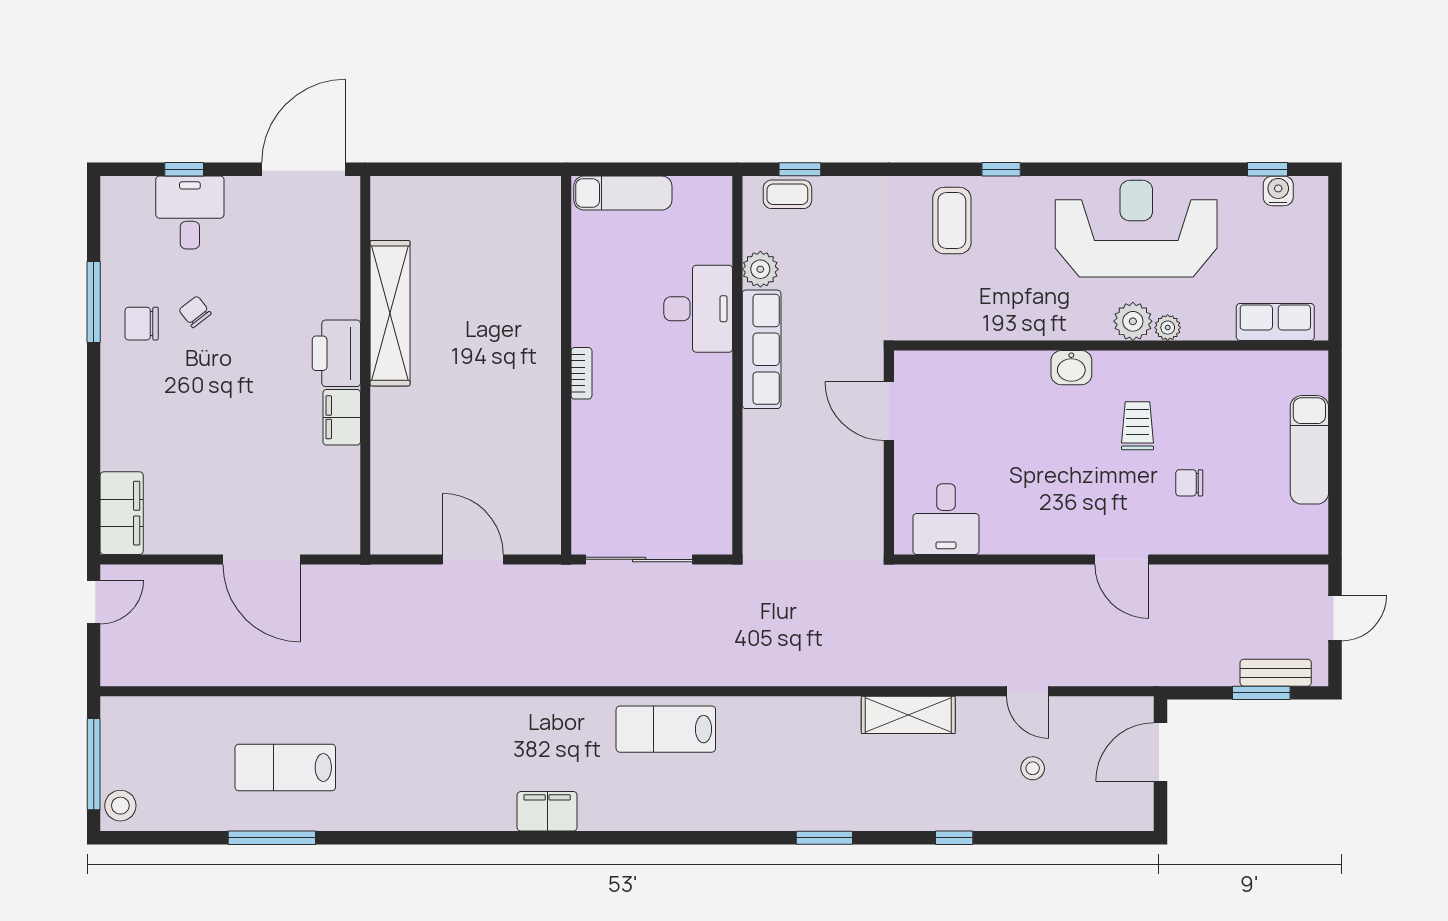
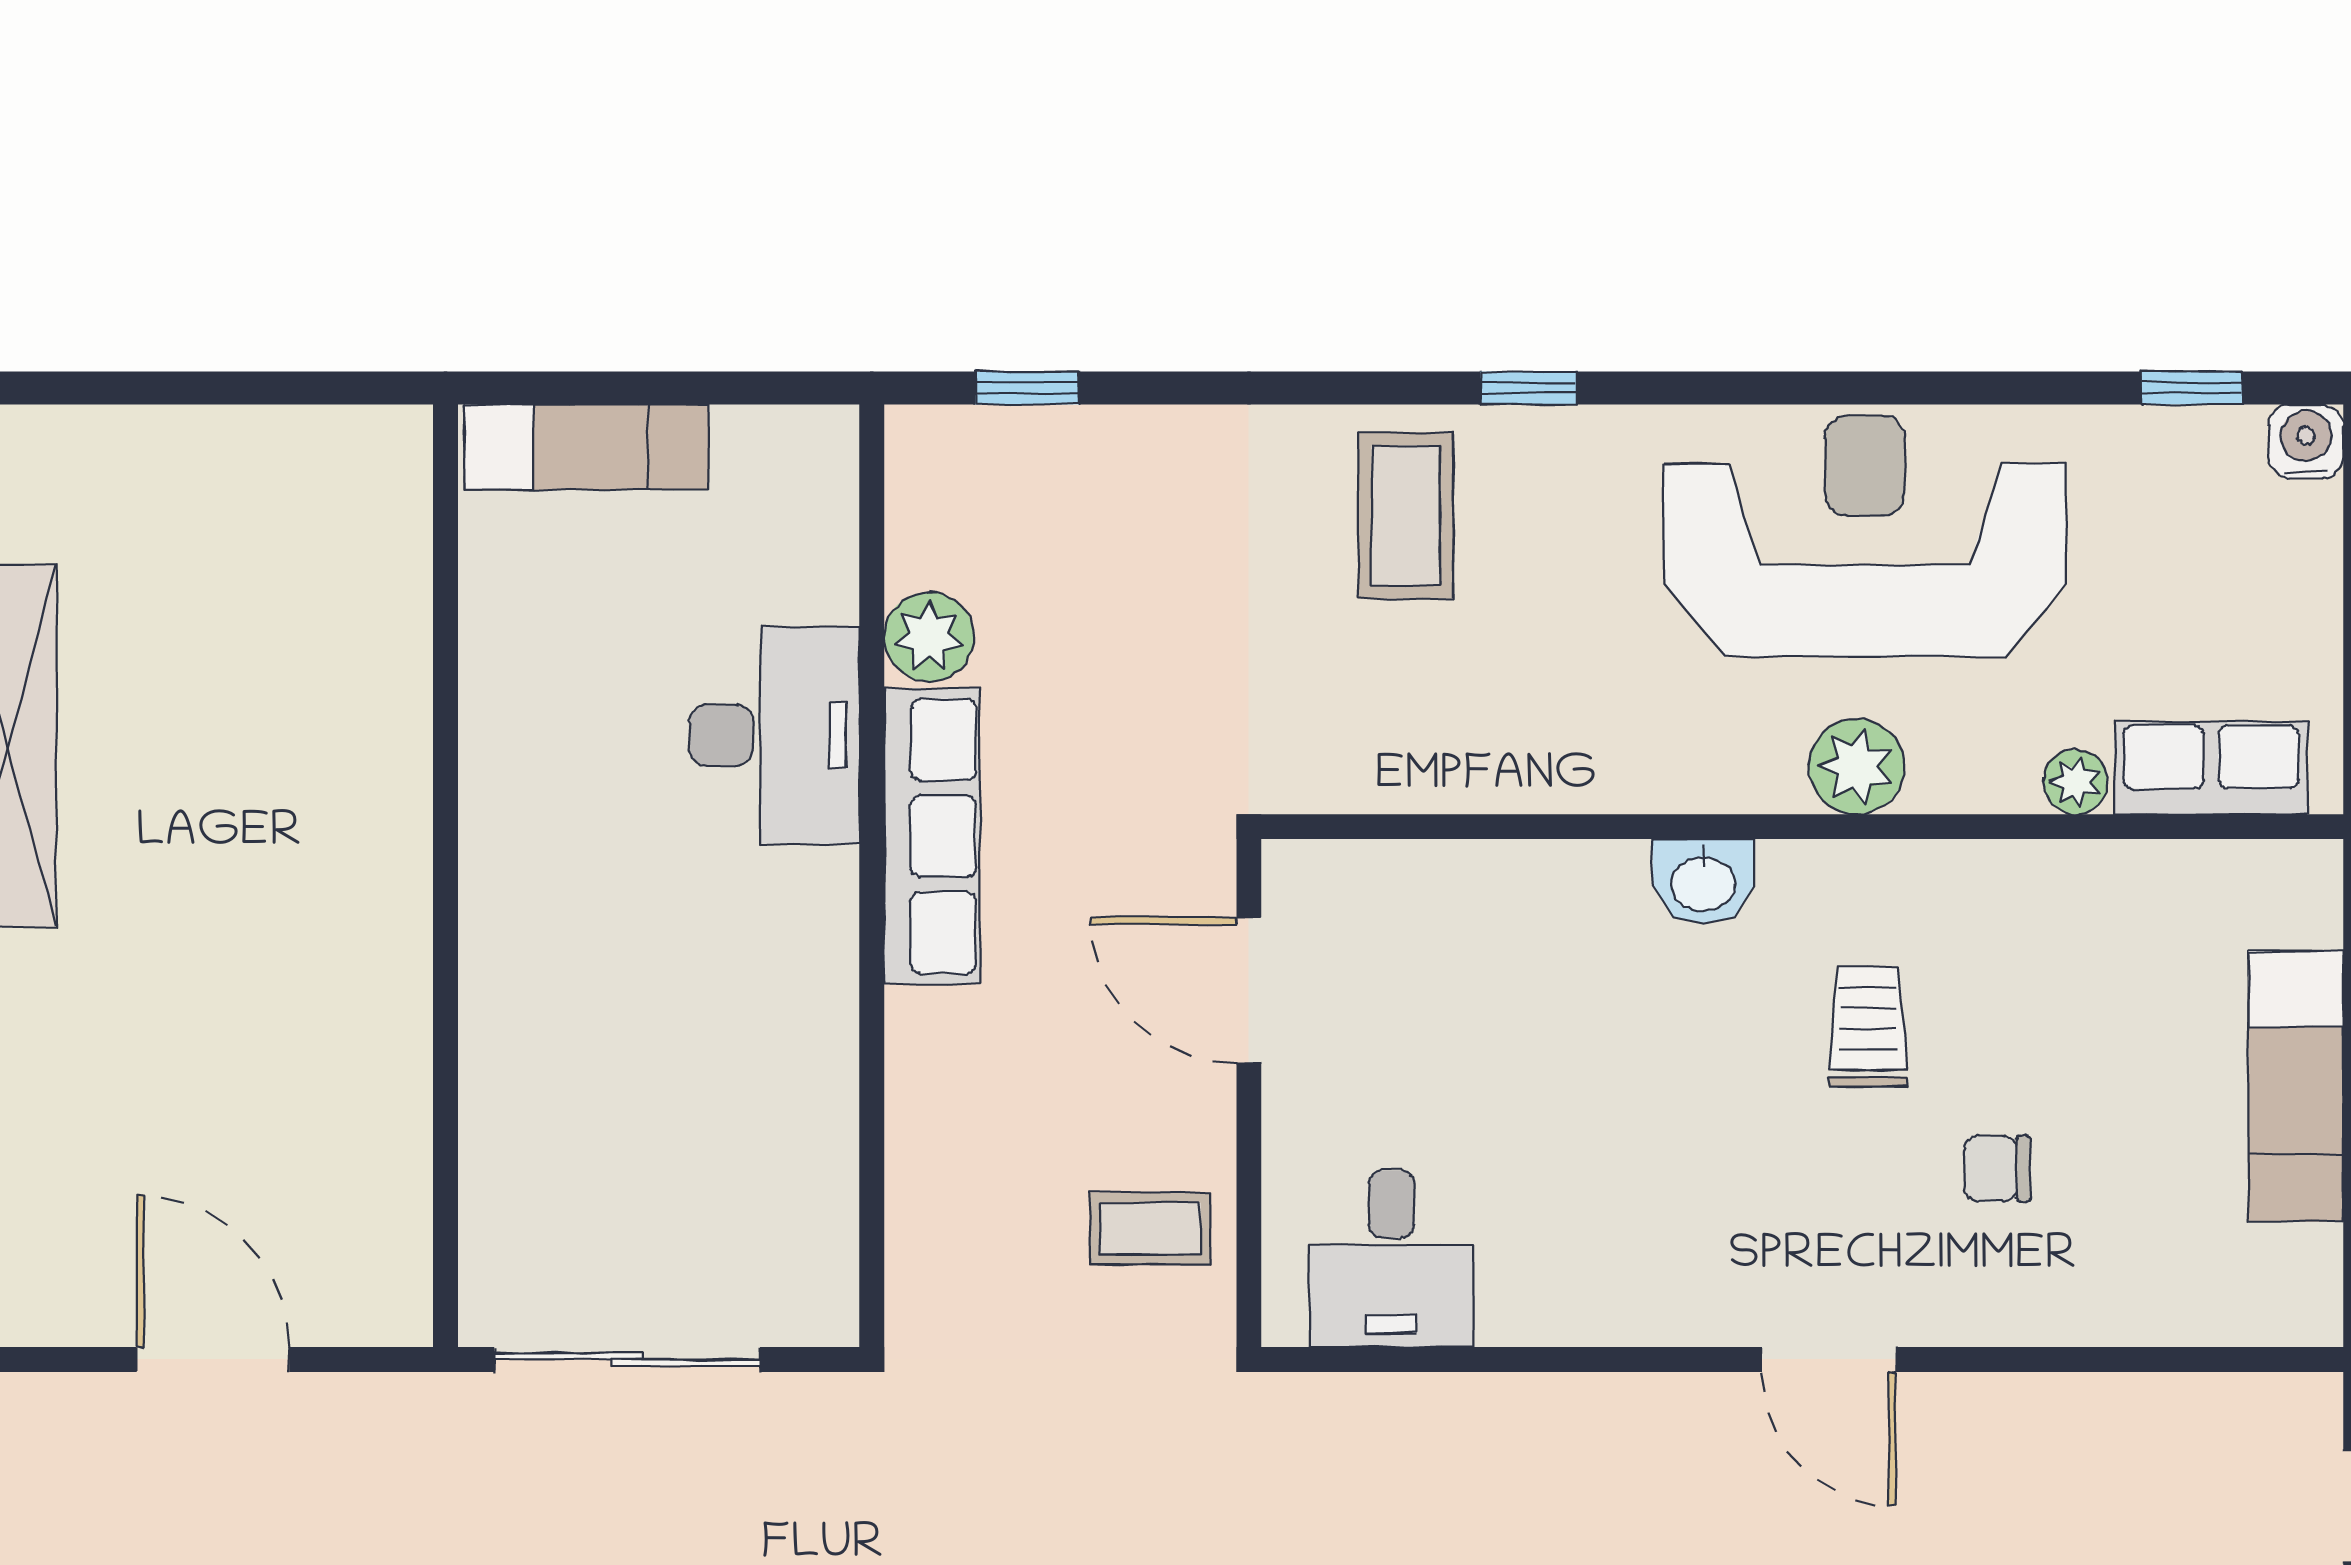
water cooler: (1278, 191) -> (2306, 442), moved
coffee table: (787, 194) -> (1150, 1229), moved
plant: (1168, 328) -> (2075, 782), moved
bookcase: (581, 373) -> (484, 896), removed

